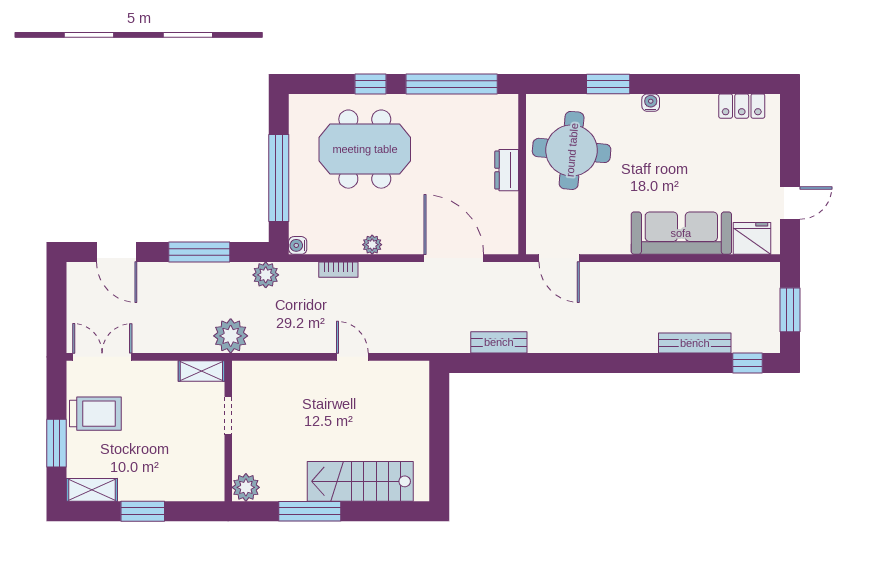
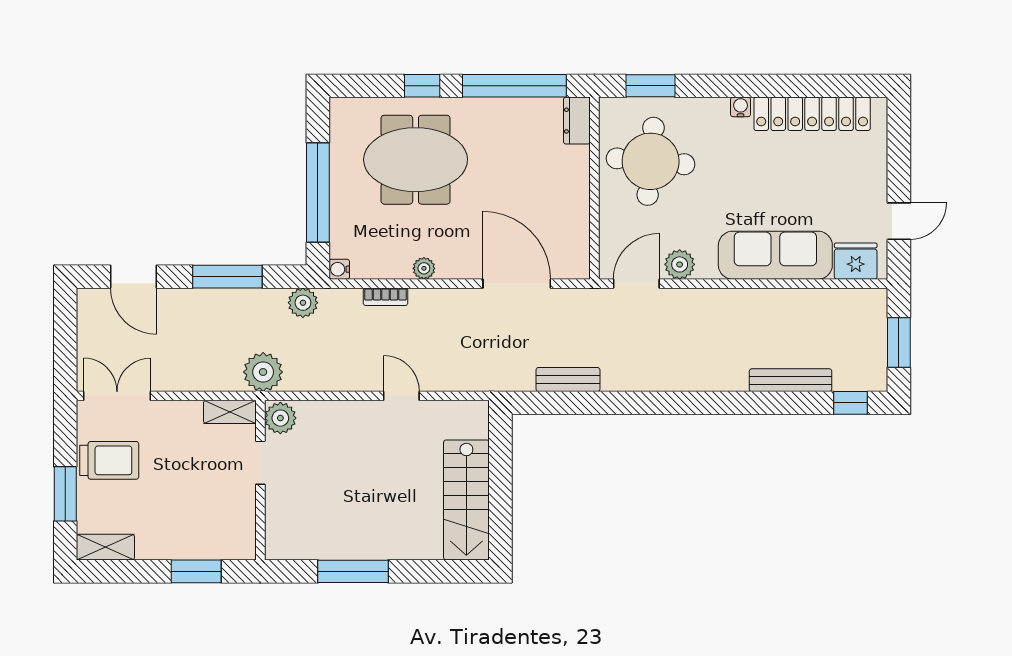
window: (608, 84) -> (650, 86), moved
locker: (742, 106) -> (812, 114), width x2.16, depth x1.21
dresser: (507, 170) -> (577, 121), moved
plant: (597, 241) -> (680, 264), added
door: (559, 258) -> (636, 284), swing flipped
stairs: (360, 481) -> (466, 500), moved, turned -90
plant: (246, 487) -> (280, 418), moved
window: (143, 511) -> (196, 571), moved

